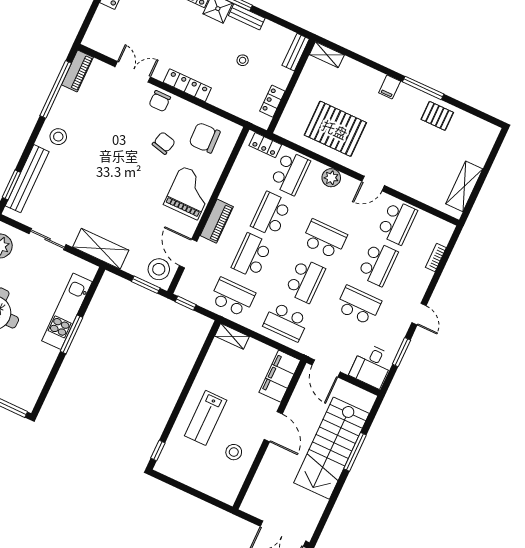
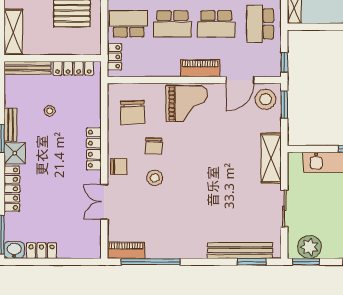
bench: (296, 52) -> (27, 68), width x1.36
shelving: (327, 55) -> (13, 32), width x1.50, depth x1.33
locker: (272, 101) -> (73, 68), width x1.53
stool: (58, 137) -> (155, 178), moved
chair: (164, 143) -> (154, 146), turned -102
grand piano: (189, 193) -> (187, 104), turned 180

